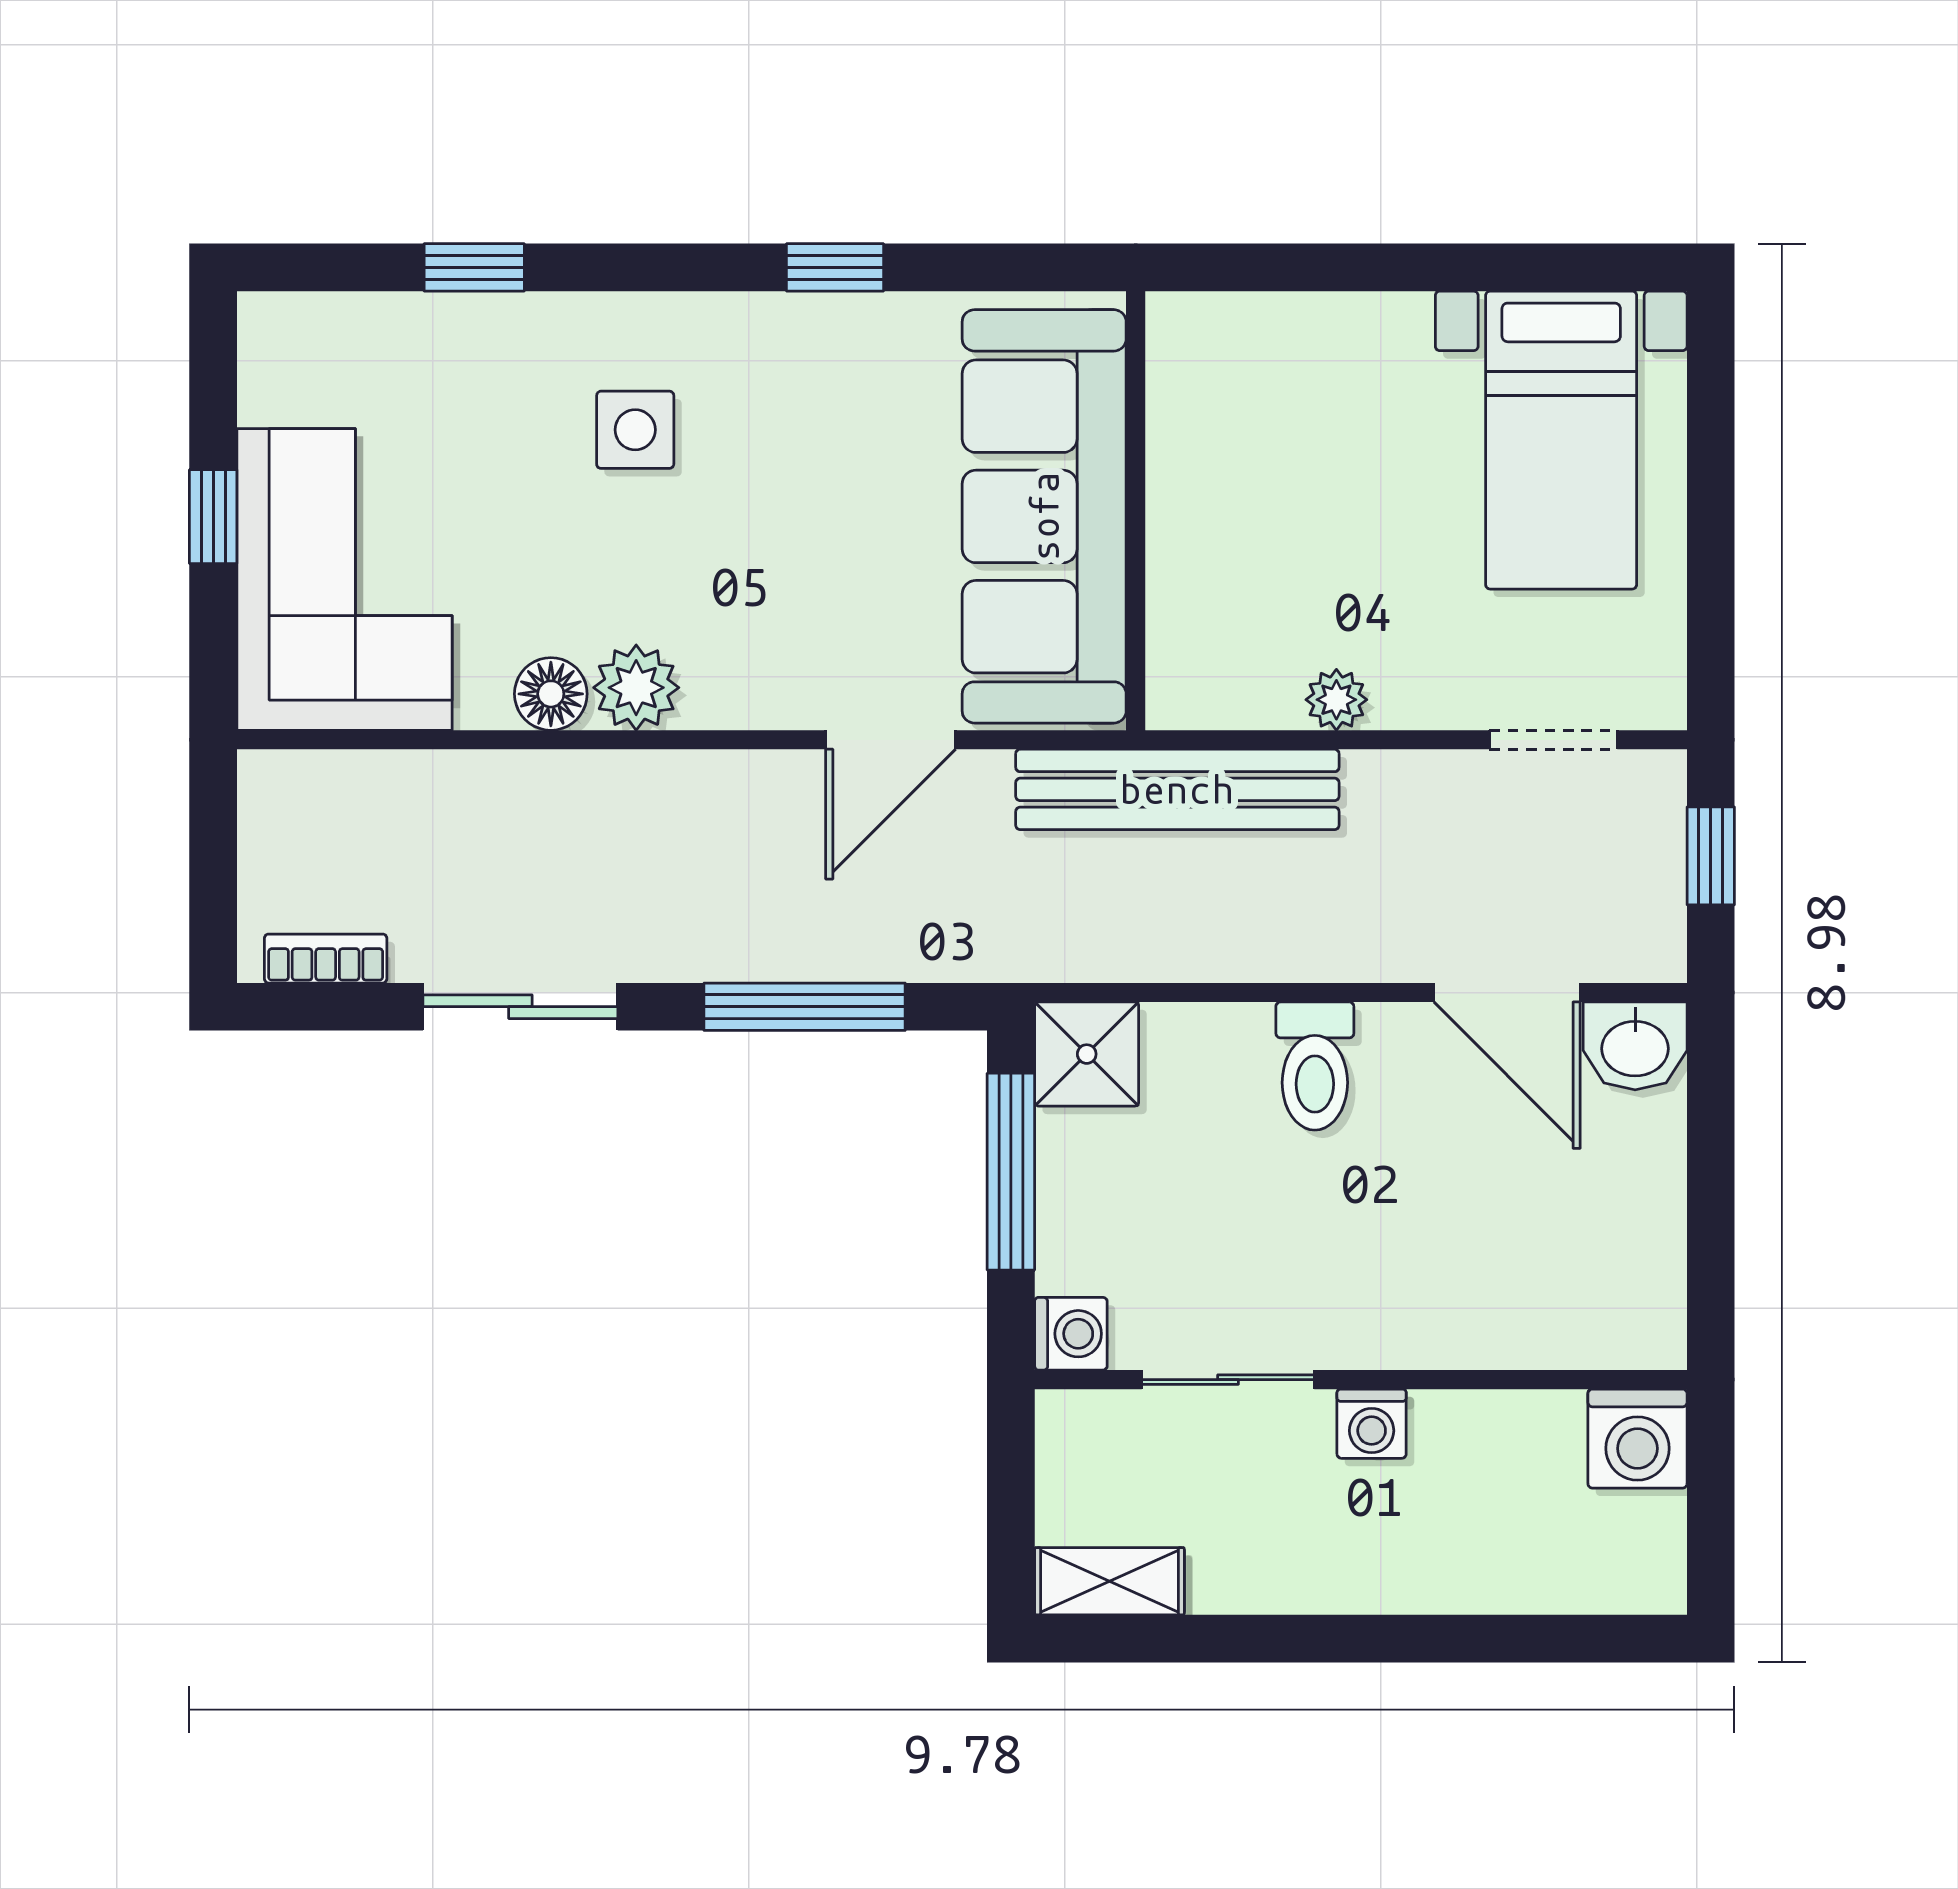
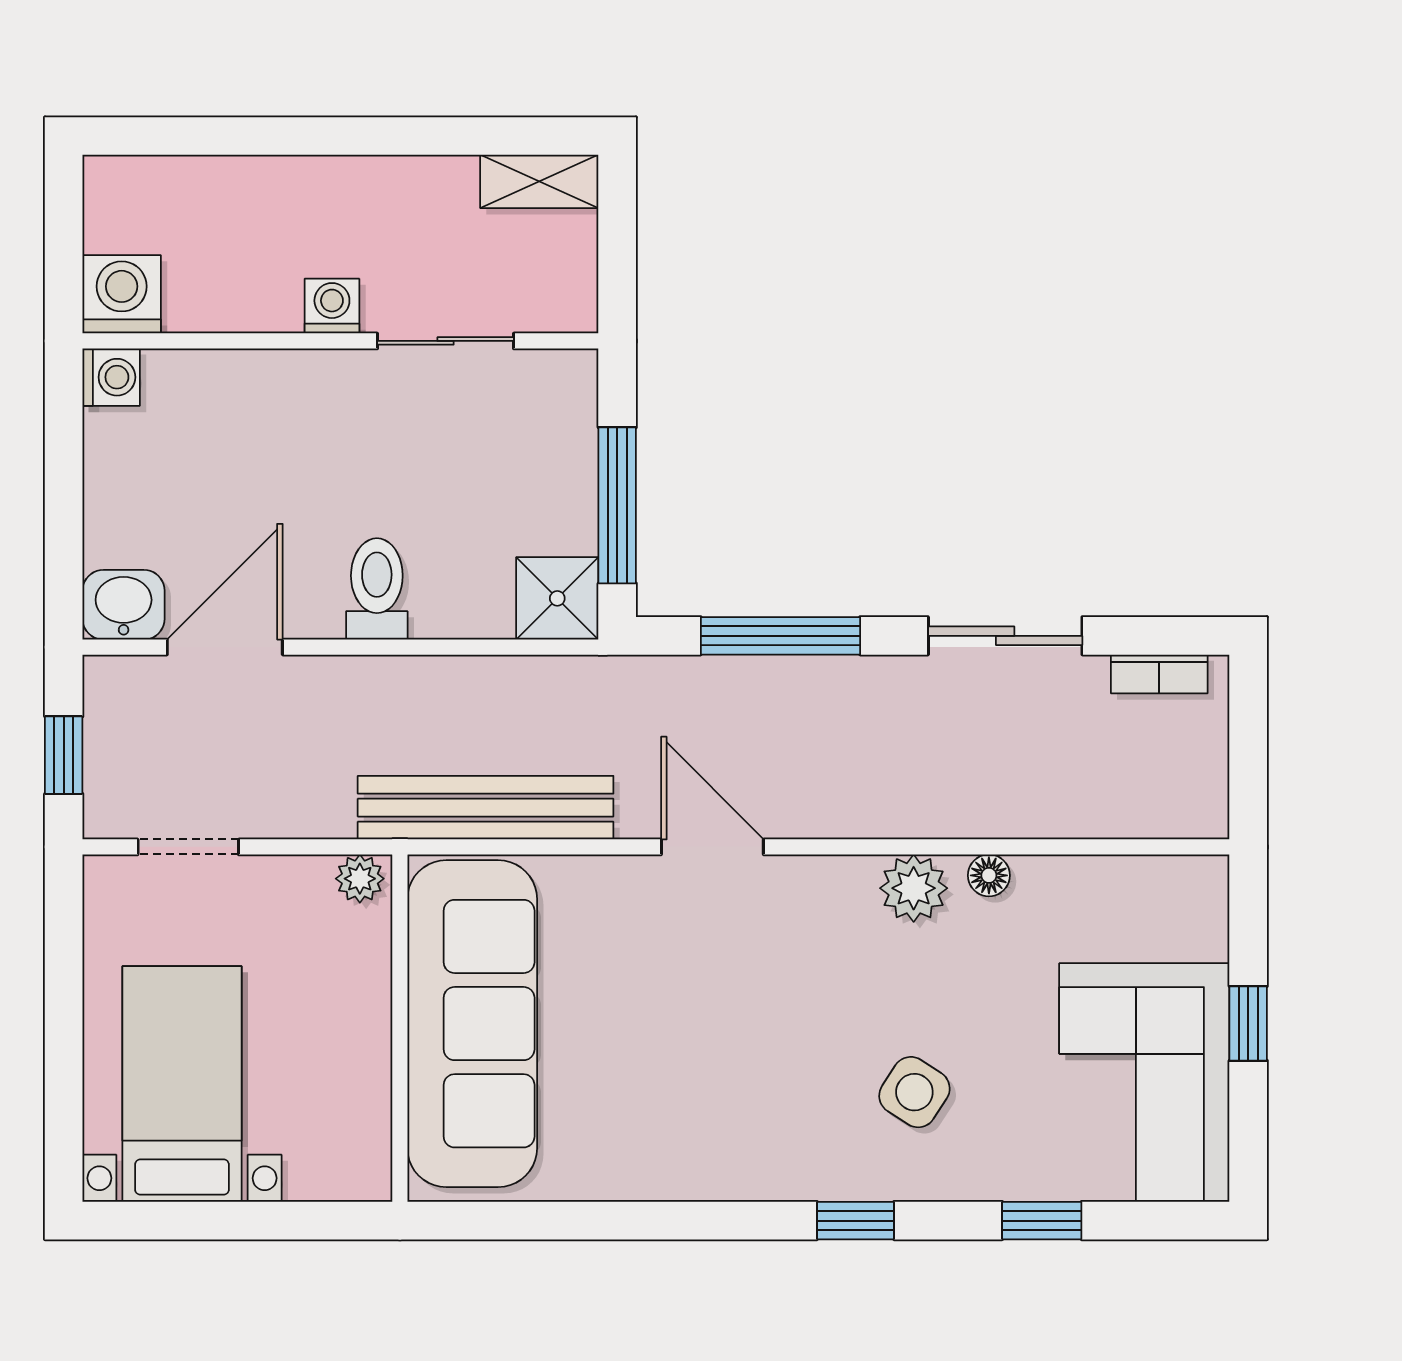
window: (835, 267) -> (856, 1221), moved
side table: (635, 430) -> (914, 1092), turned 33
wall: (1136, 511) -> (400, 1028), moved
sofa: (1044, 516) -> (472, 1024), moved
corner sofa: (345, 579) -> (1144, 1082), moved
floor lamp: (551, 694) -> (989, 875), width x0.73, depth x0.73
door: (891, 740) -> (712, 847), hinge flipped
door: (1507, 993) -> (225, 647), hinge flipped
washing machine: (1071, 1334) -> (111, 377), moved, turned 180

